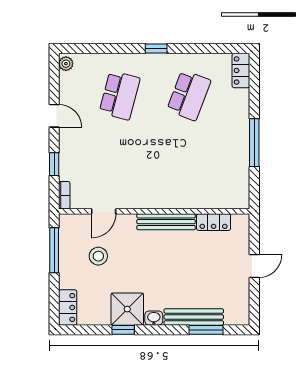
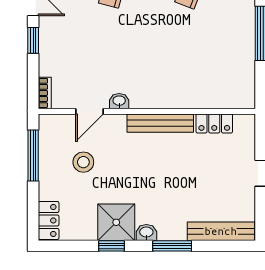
window: (54, 164) -> (33, 40), moved
washbasin: (130, 202) -> (119, 101), added
bench: (194, 317) -> (221, 231), moved
window: (206, 330) -> (172, 246), moved

